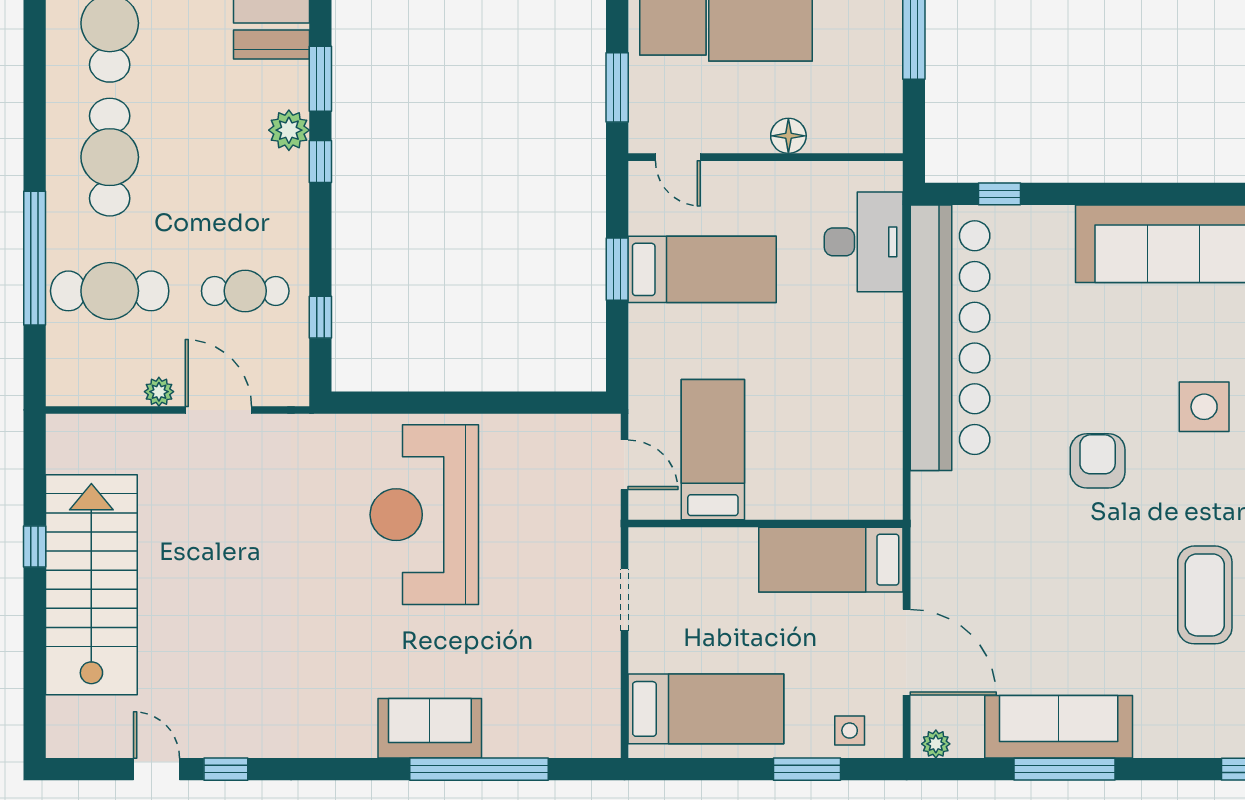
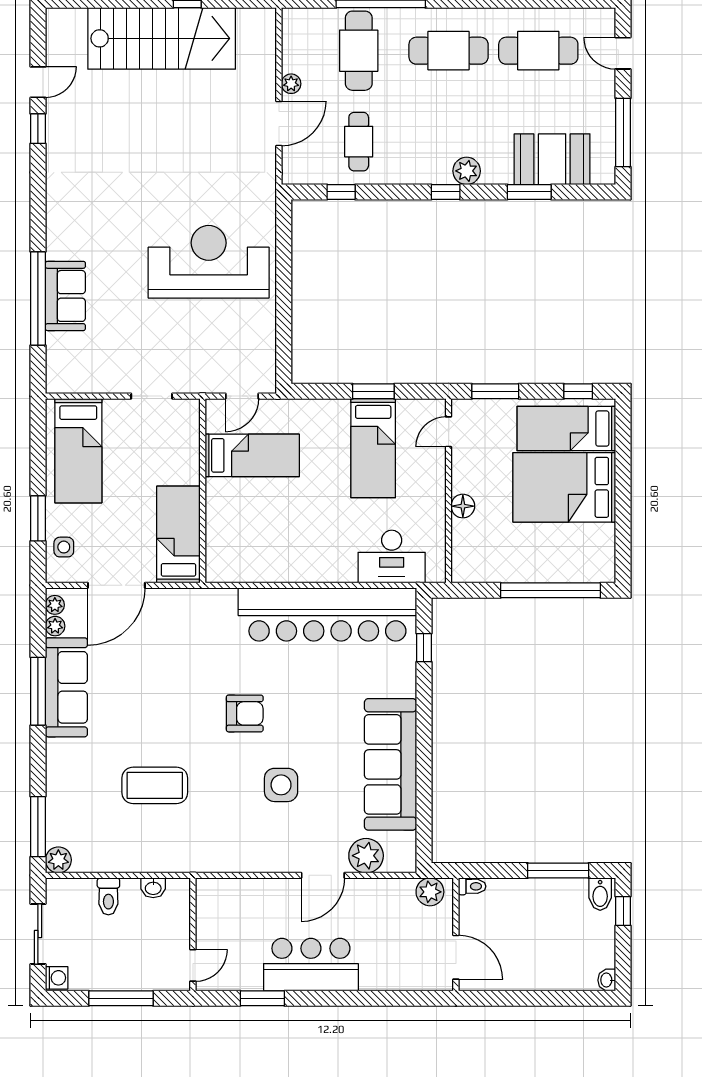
window: (320, 79) -> (529, 192), moved
sofa: (430, 728) -> (65, 296), moved
plant: (967, 744) -> (55, 626), added

